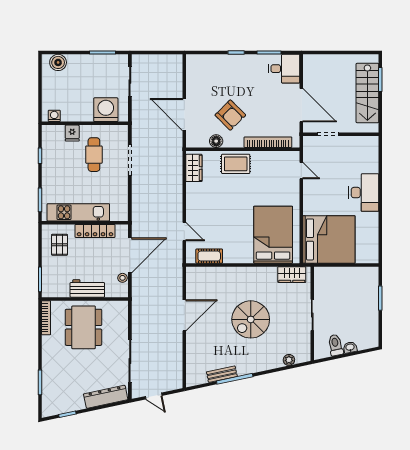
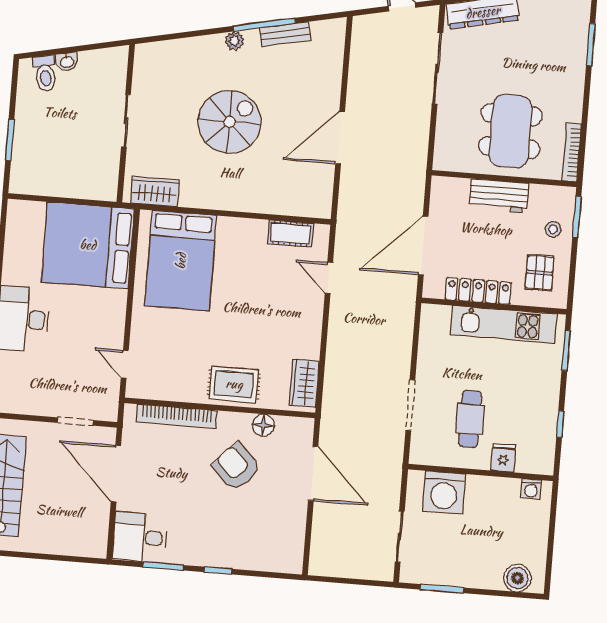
stool: (122, 278) -> (553, 229), moved
toilet: (336, 345) -> (45, 73), moved
plant: (289, 360) -> (234, 41), moved

